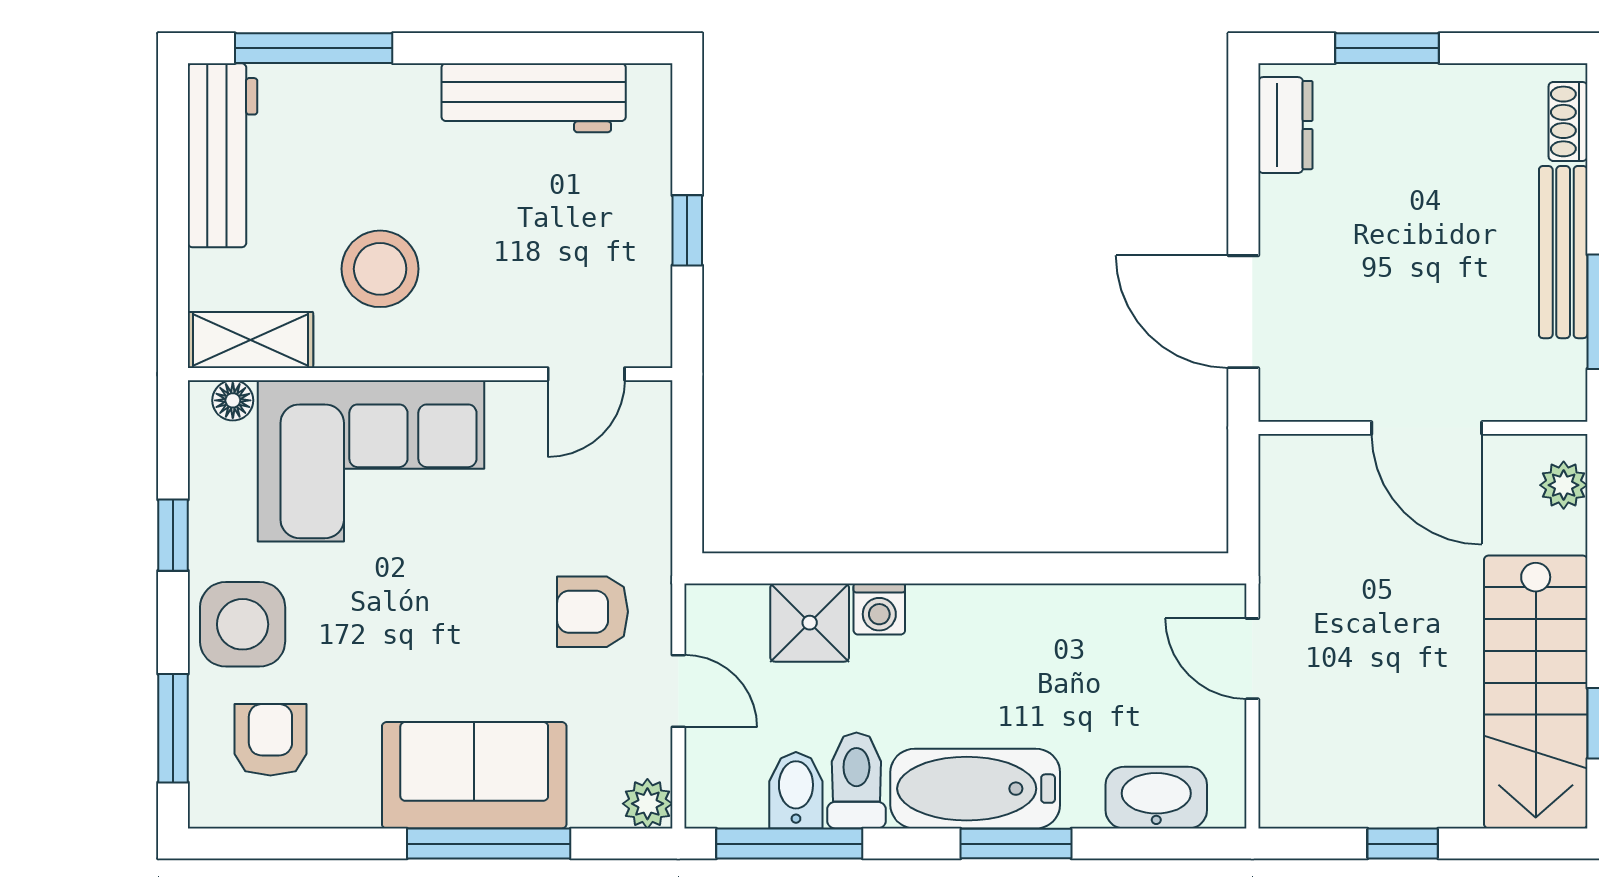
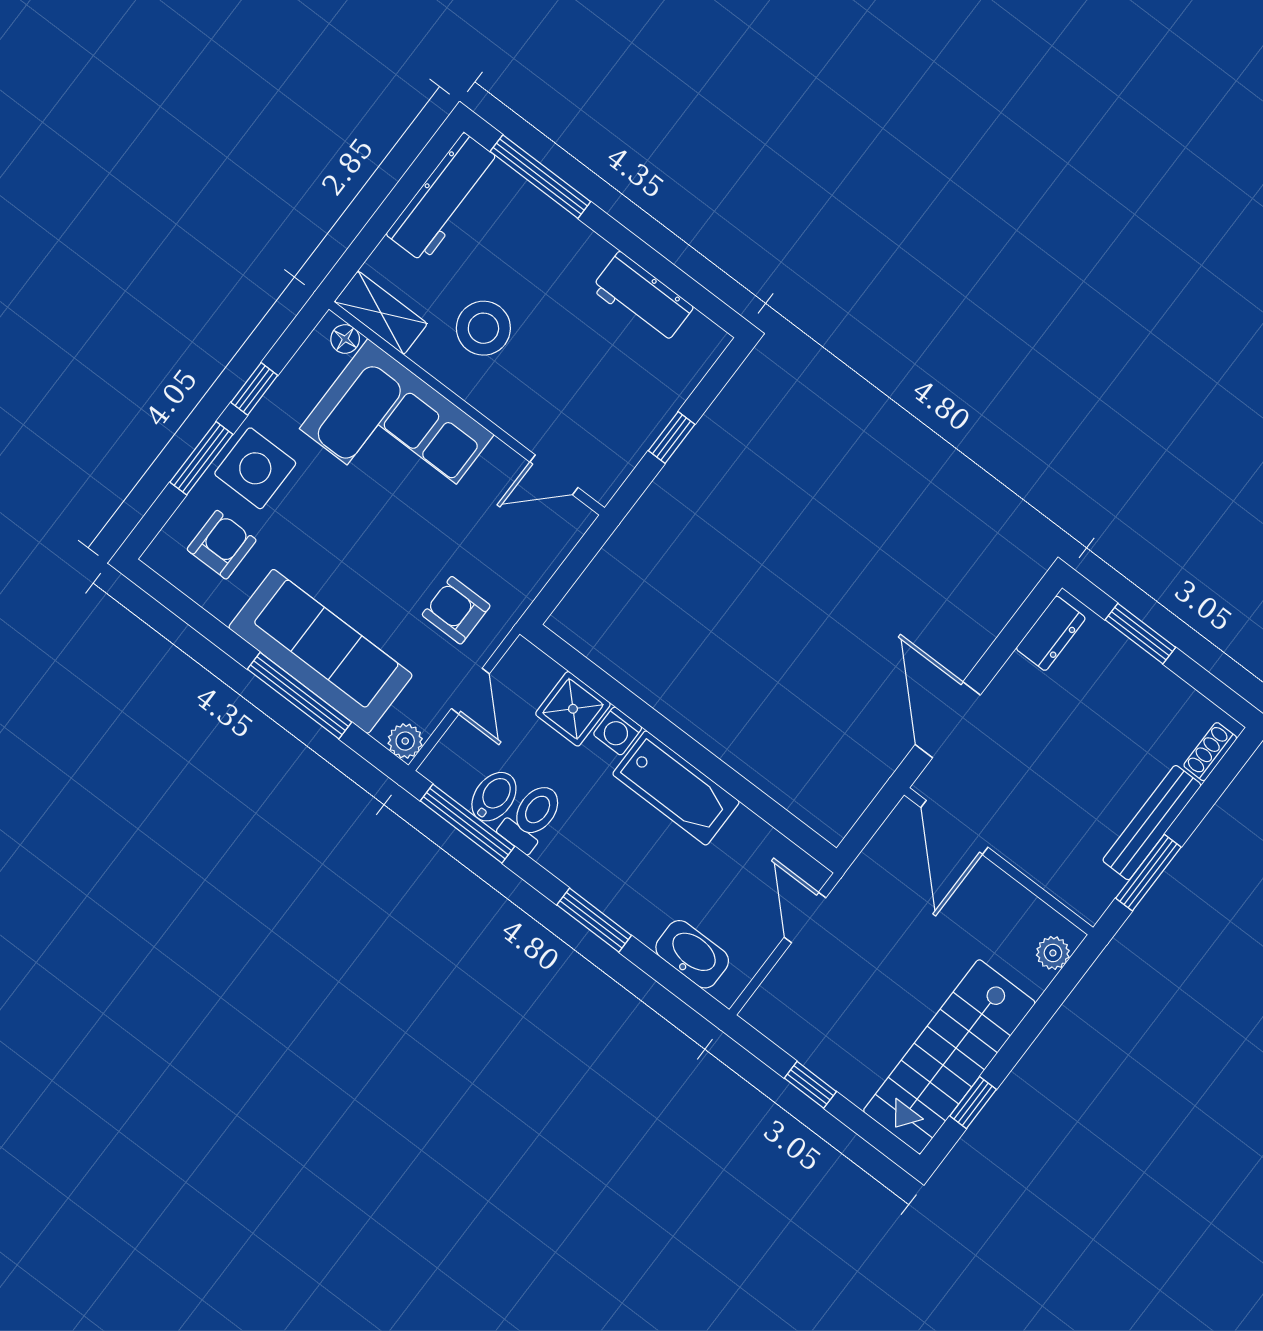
workbench: (534, 98) -> (642, 298), width x0.73
door: (1427, 428) -> (954, 827), moved
window: (173, 728) -> (201, 458), moved
sofa: (474, 775) -> (320, 651), width x1.36
bathtub: (975, 789) -> (676, 788), moved, turned 180

